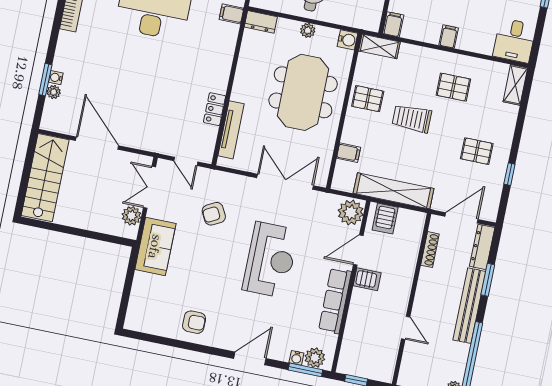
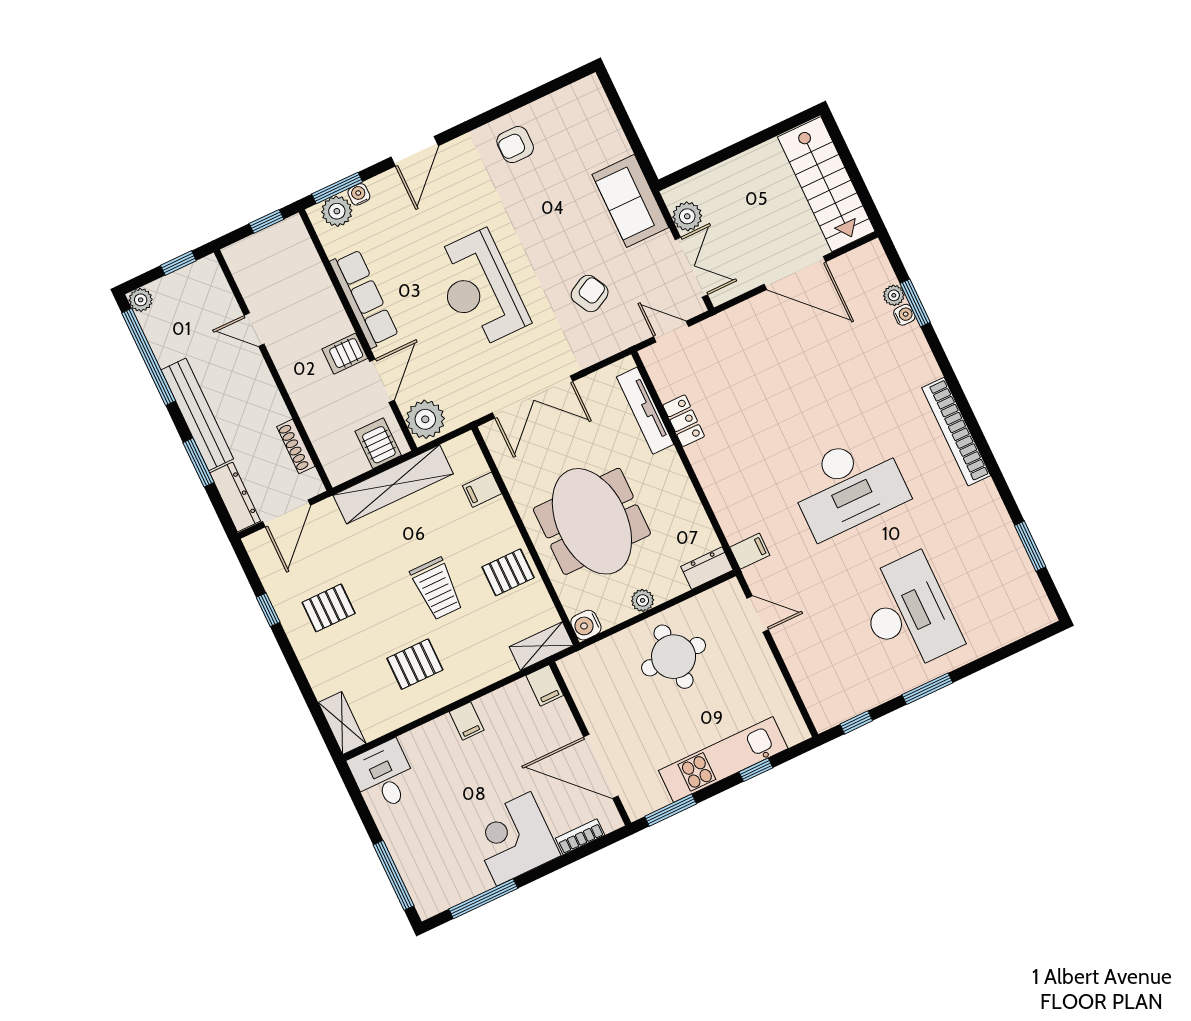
trolley: (412, 118) -> (437, 589), turned 90

